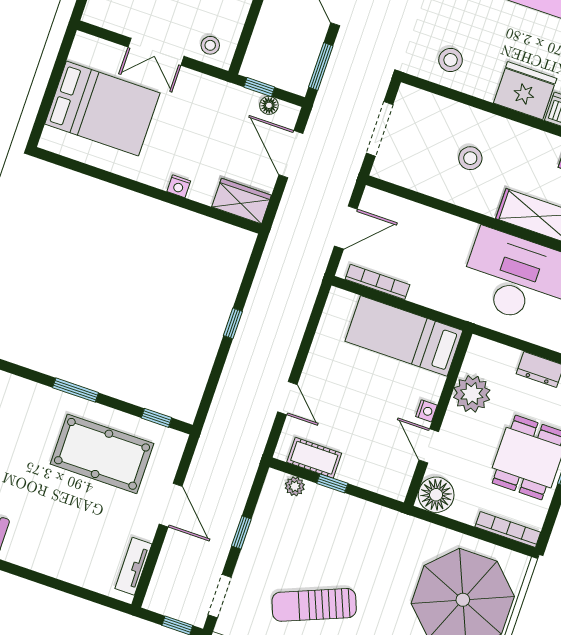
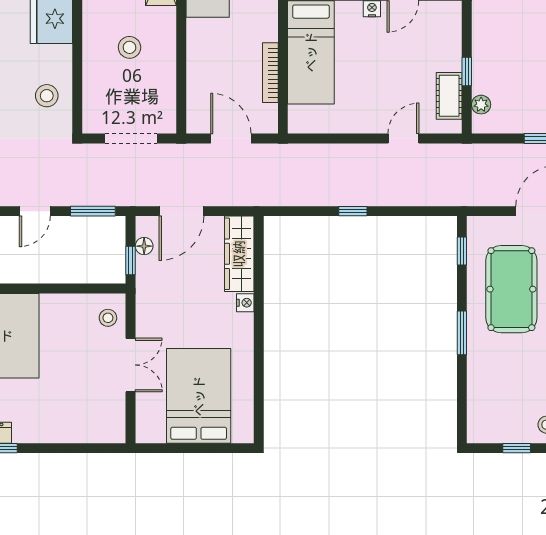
wardrobe: (242, 201) -> (239, 254), width x1.50
bookcase: (377, 282) -> (270, 73), moved

